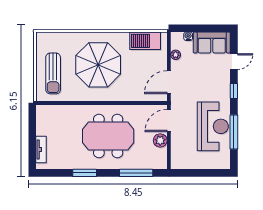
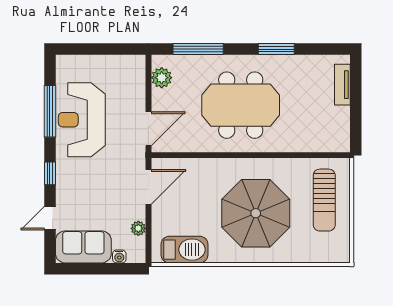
sun lounger: (53, 73) -> (324, 200), turned 180
plant: (160, 140) -> (162, 78), moved

